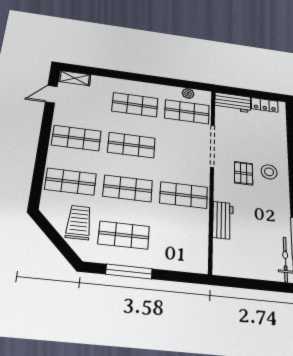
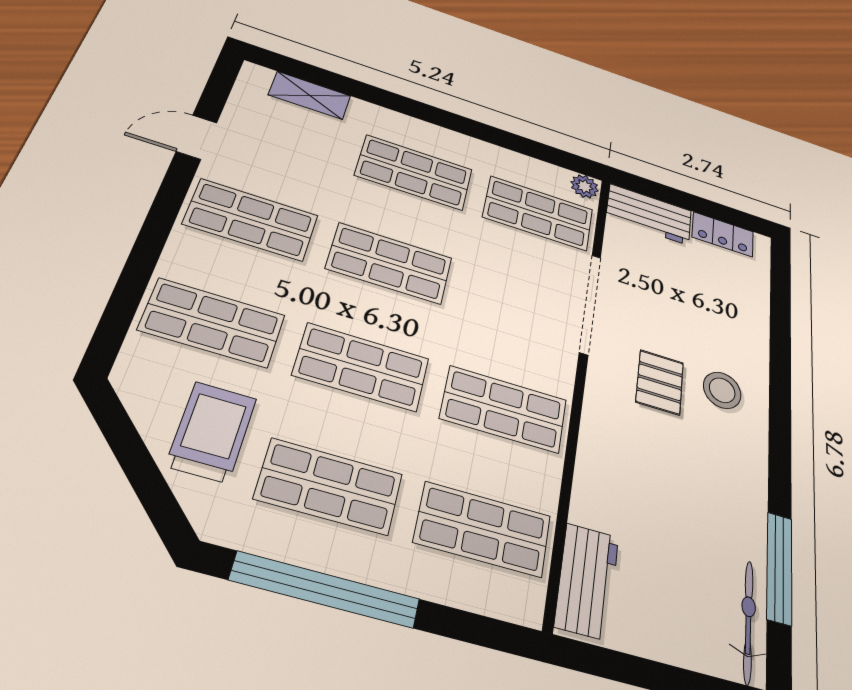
shelving: (75, 78) -> (310, 95), moved
plant: (188, 93) -> (585, 186), moved
door: (51, 94) -> (197, 137), moved
workbench: (223, 220) -> (587, 581), moved
shop shelf: (182, 241) -> (483, 529), added
window: (129, 272) -> (326, 590), width x1.46

